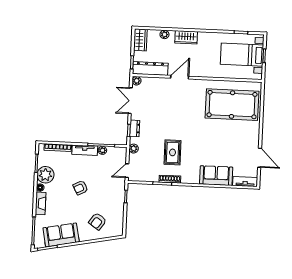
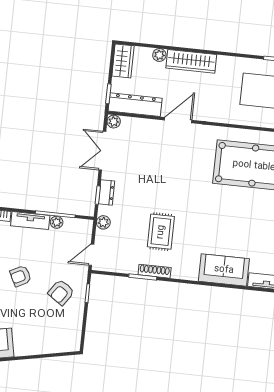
wardrobe: (186, 37) -> (191, 61), width x1.50
armchair: (98, 221) -> (61, 292), moved

